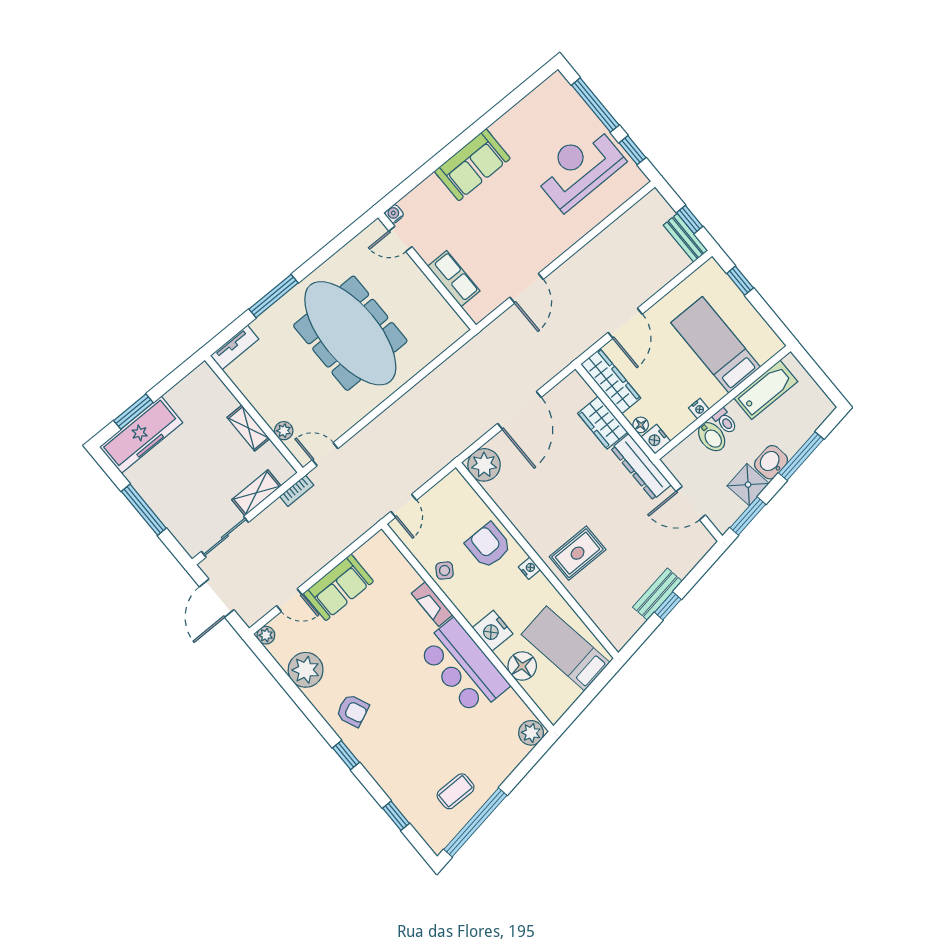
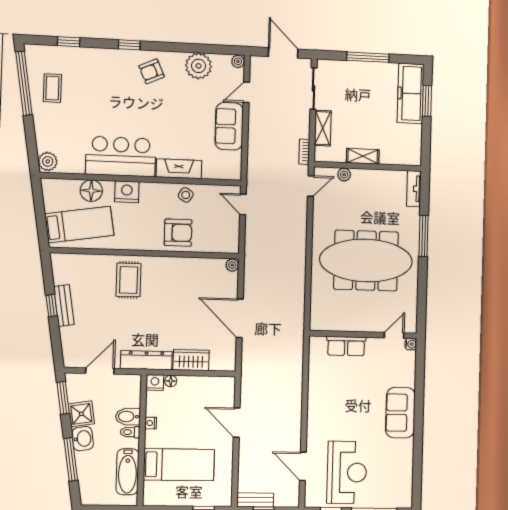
door: (526, 288) -> (303, 466), moved
wardrobe: (611, 381) -> (211, 385), removed
plant: (484, 465) -> (232, 265), width x0.53, depth x0.53
nightstand: (529, 568) -> (144, 245), removed
fireplace: (432, 604) -> (179, 169), width x1.37, depth x1.32

